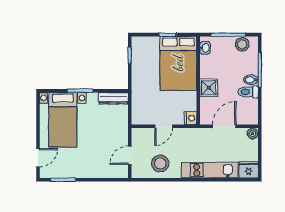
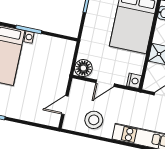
dresser: (113, 98) -> (60, 44), removed
floor lamp: (140, 116) -> (83, 68), added

